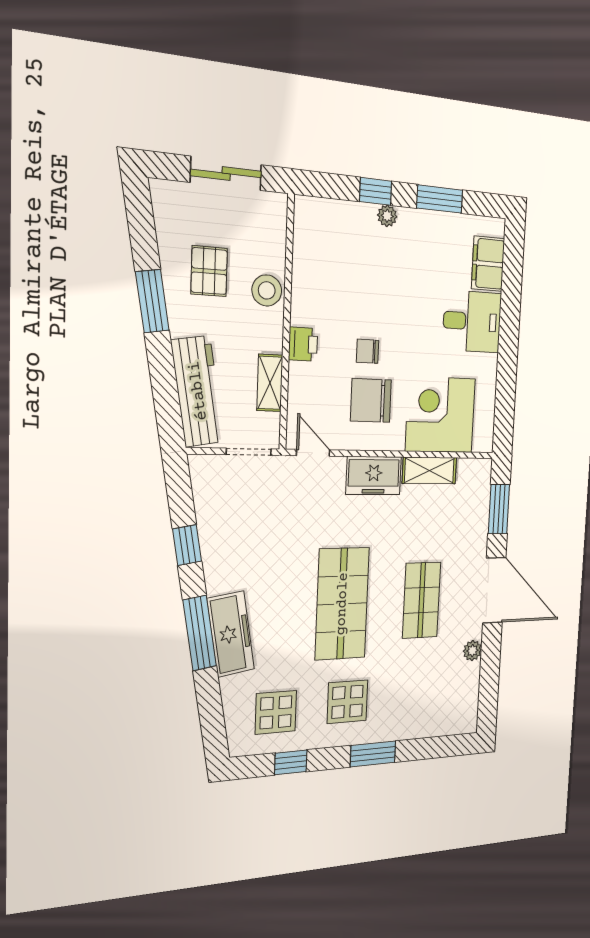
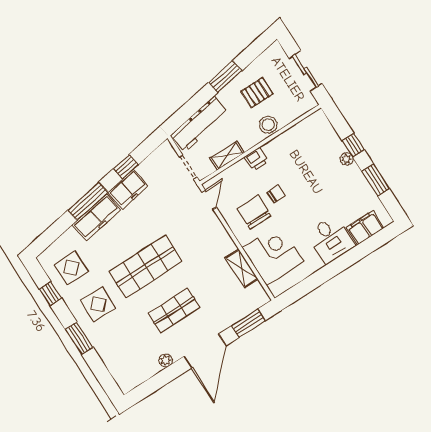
chair: (368, 351) -> (276, 194), turned 90
freezer: (374, 476) -> (128, 189), moved, turned -100

